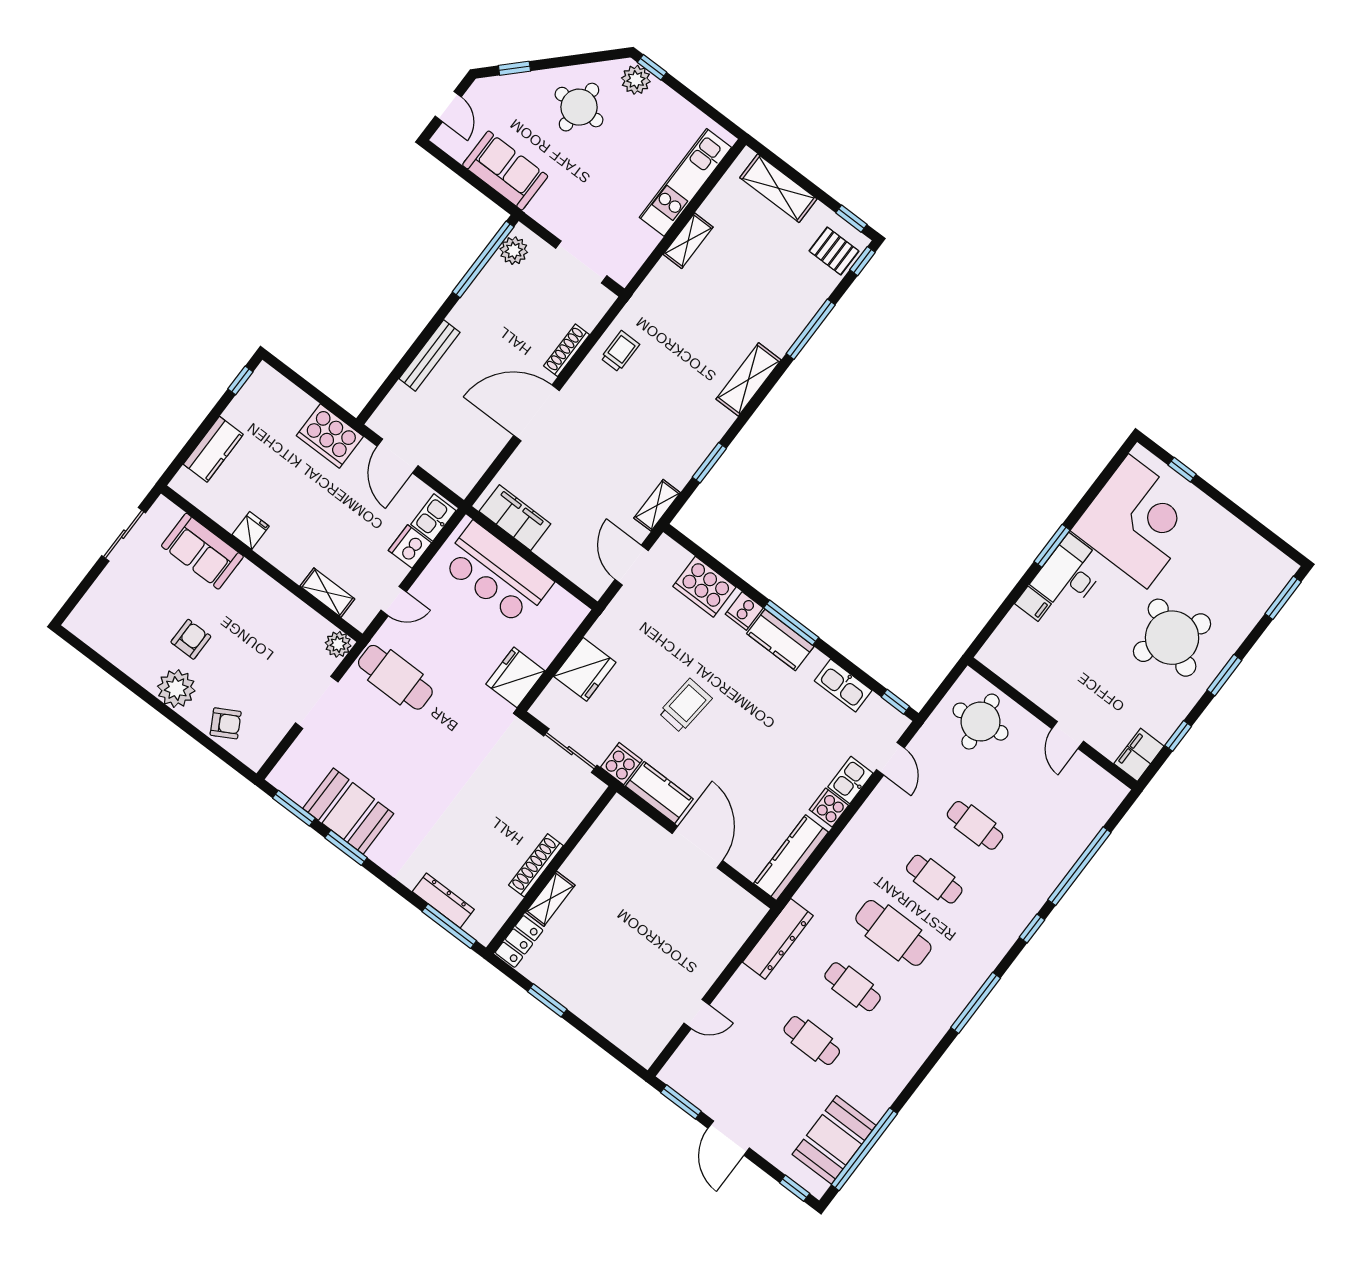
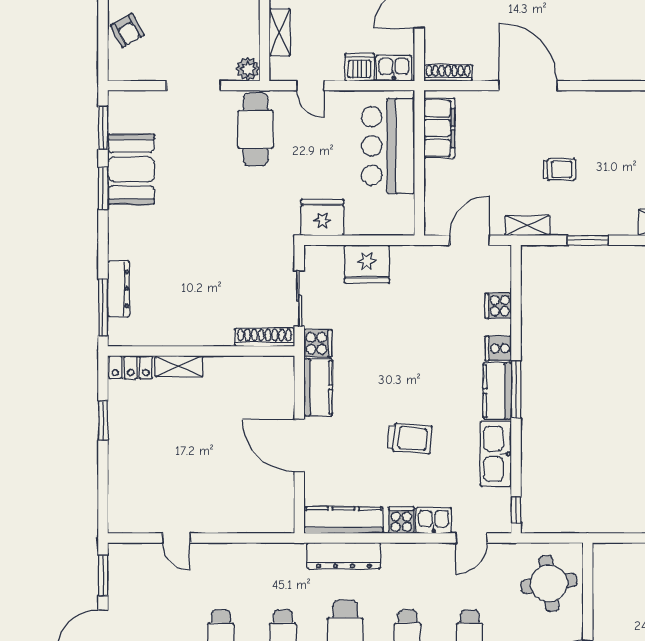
shoe rack: (566, 350) -> (448, 73), moved
trolley: (620, 351) -> (559, 170), moved
cooker: (704, 587) -> (498, 306), width x0.53, depth x0.76
kitchen sink: (843, 686) -> (496, 454), width x1.36, depth x1.24
trolley: (685, 706) -> (410, 438), moved
door: (697, 847) -> (299, 445), swing flipped
shoe rack: (536, 865) -> (265, 337), moved
dresser: (778, 939) -> (344, 556), moved

